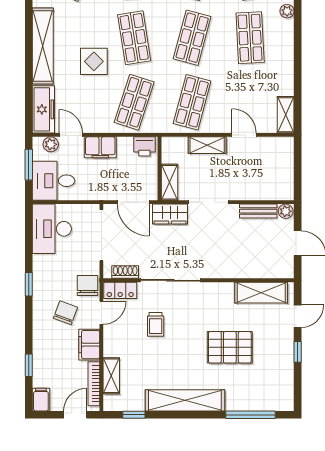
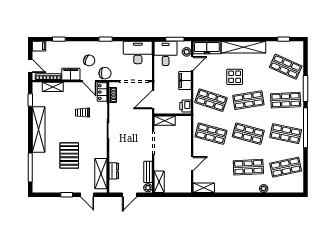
shelving: (207, 145) -> (159, 182), moved
wardrobe: (170, 214) -> (146, 121), removed
dresser: (256, 270) -> (114, 171), added

